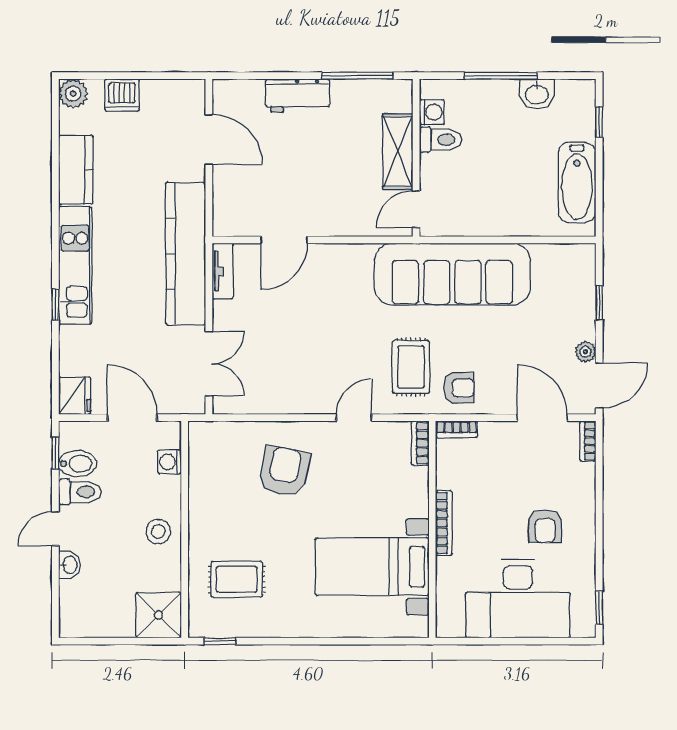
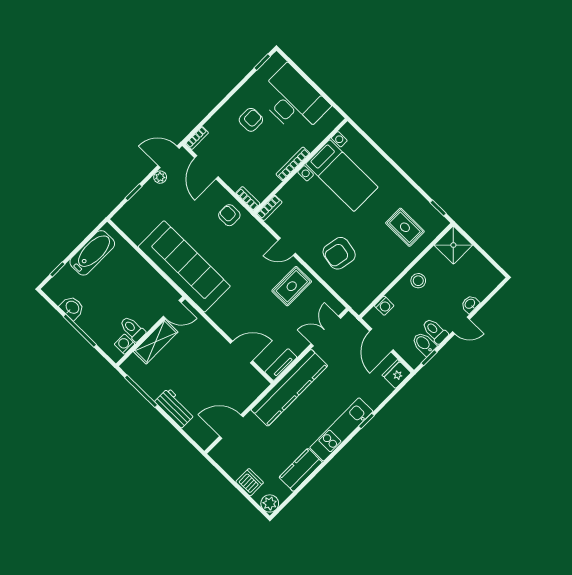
door: (209, 140) -> (231, 427), hinge flipped
rug: (411, 367) -> (292, 286), moved

